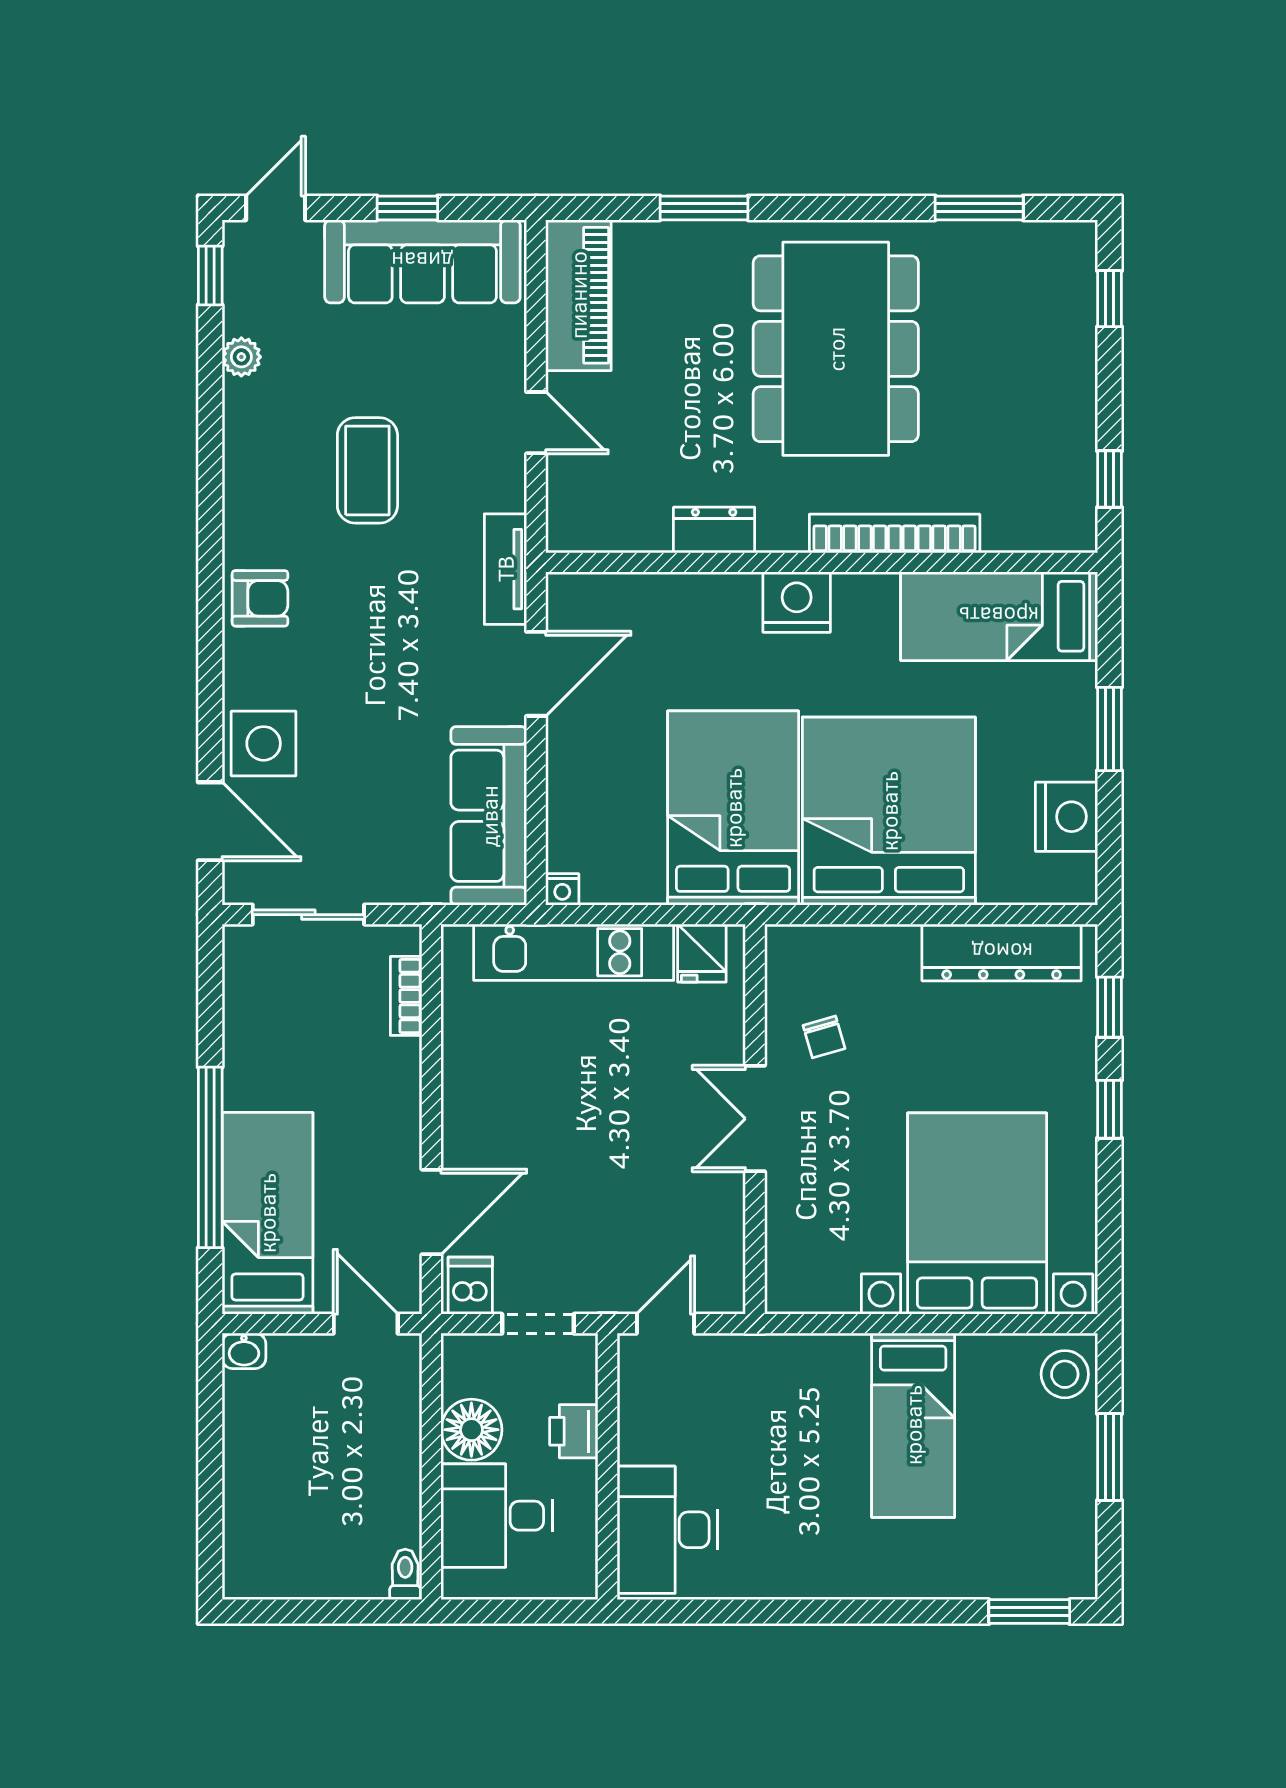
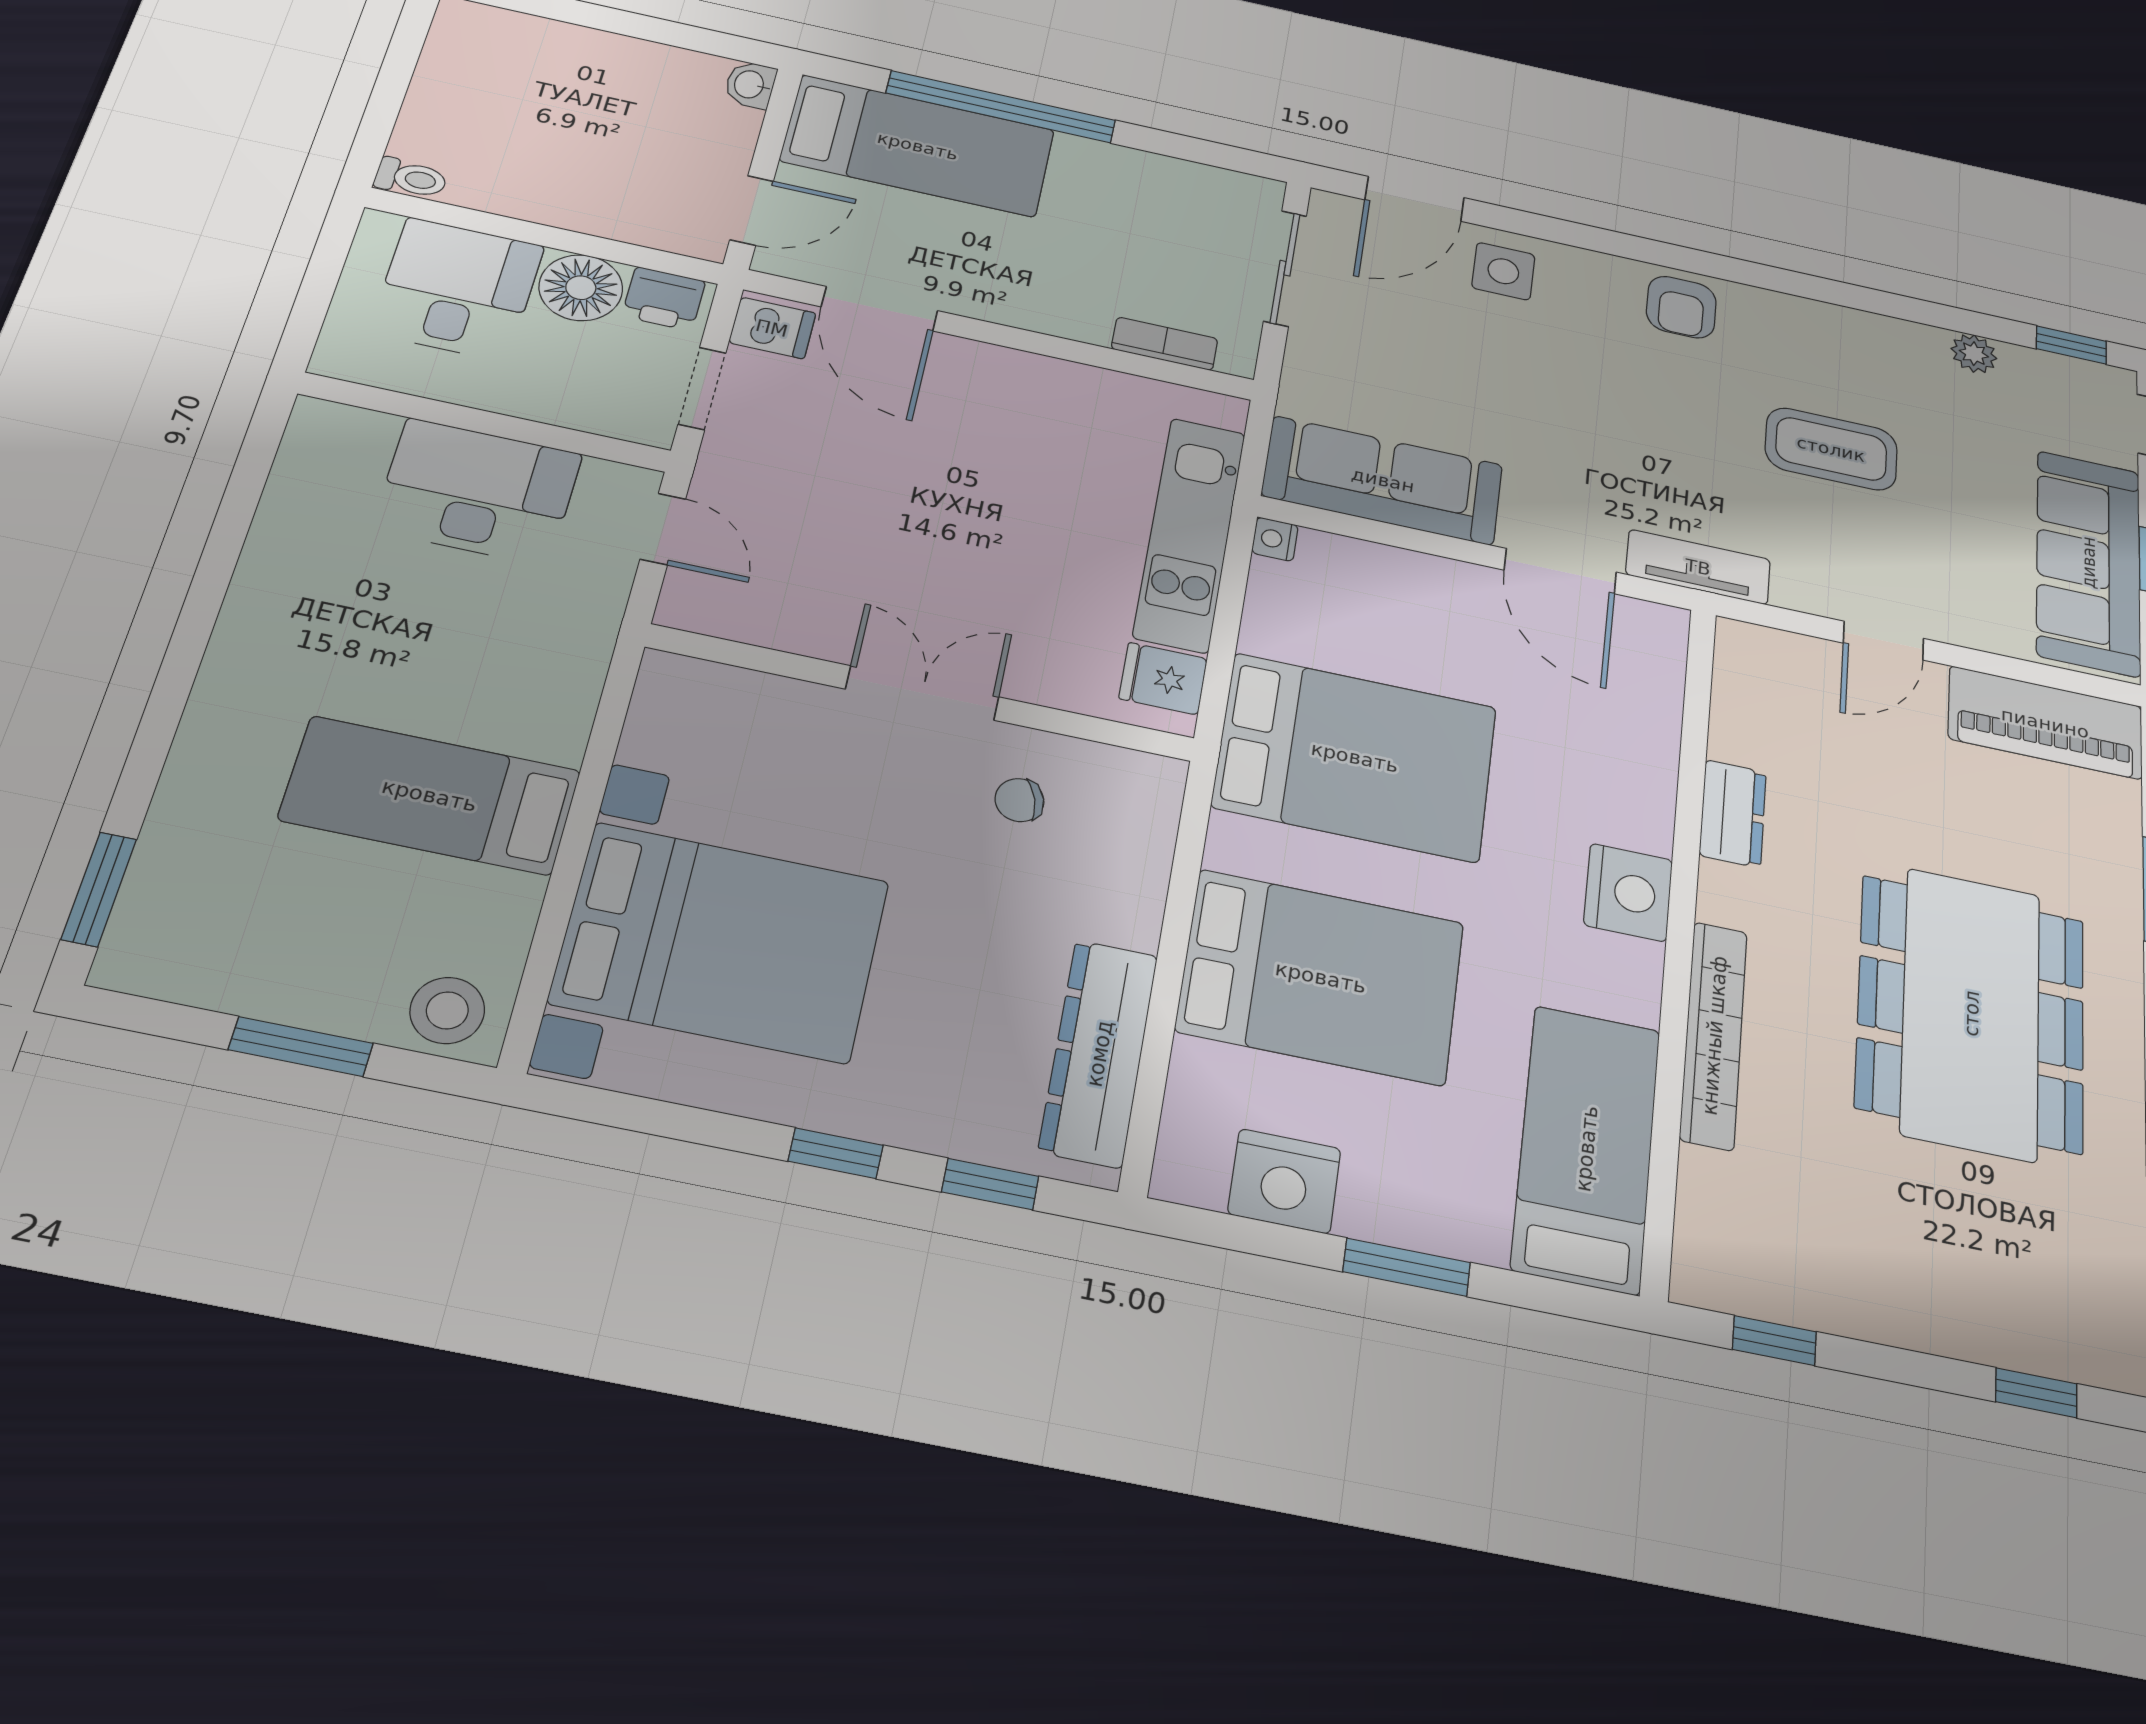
dining table: (836, 349) -> (1971, 1013), turned 90
side table: (264, 743) -> (1503, 271), width x0.73, depth x0.73
bed: (889, 811) -> (1321, 977), width x0.73
printer: (574, 1431) -> (664, 299), moved, turned 180
desk: (667, 1530) -> (478, 492), moved

